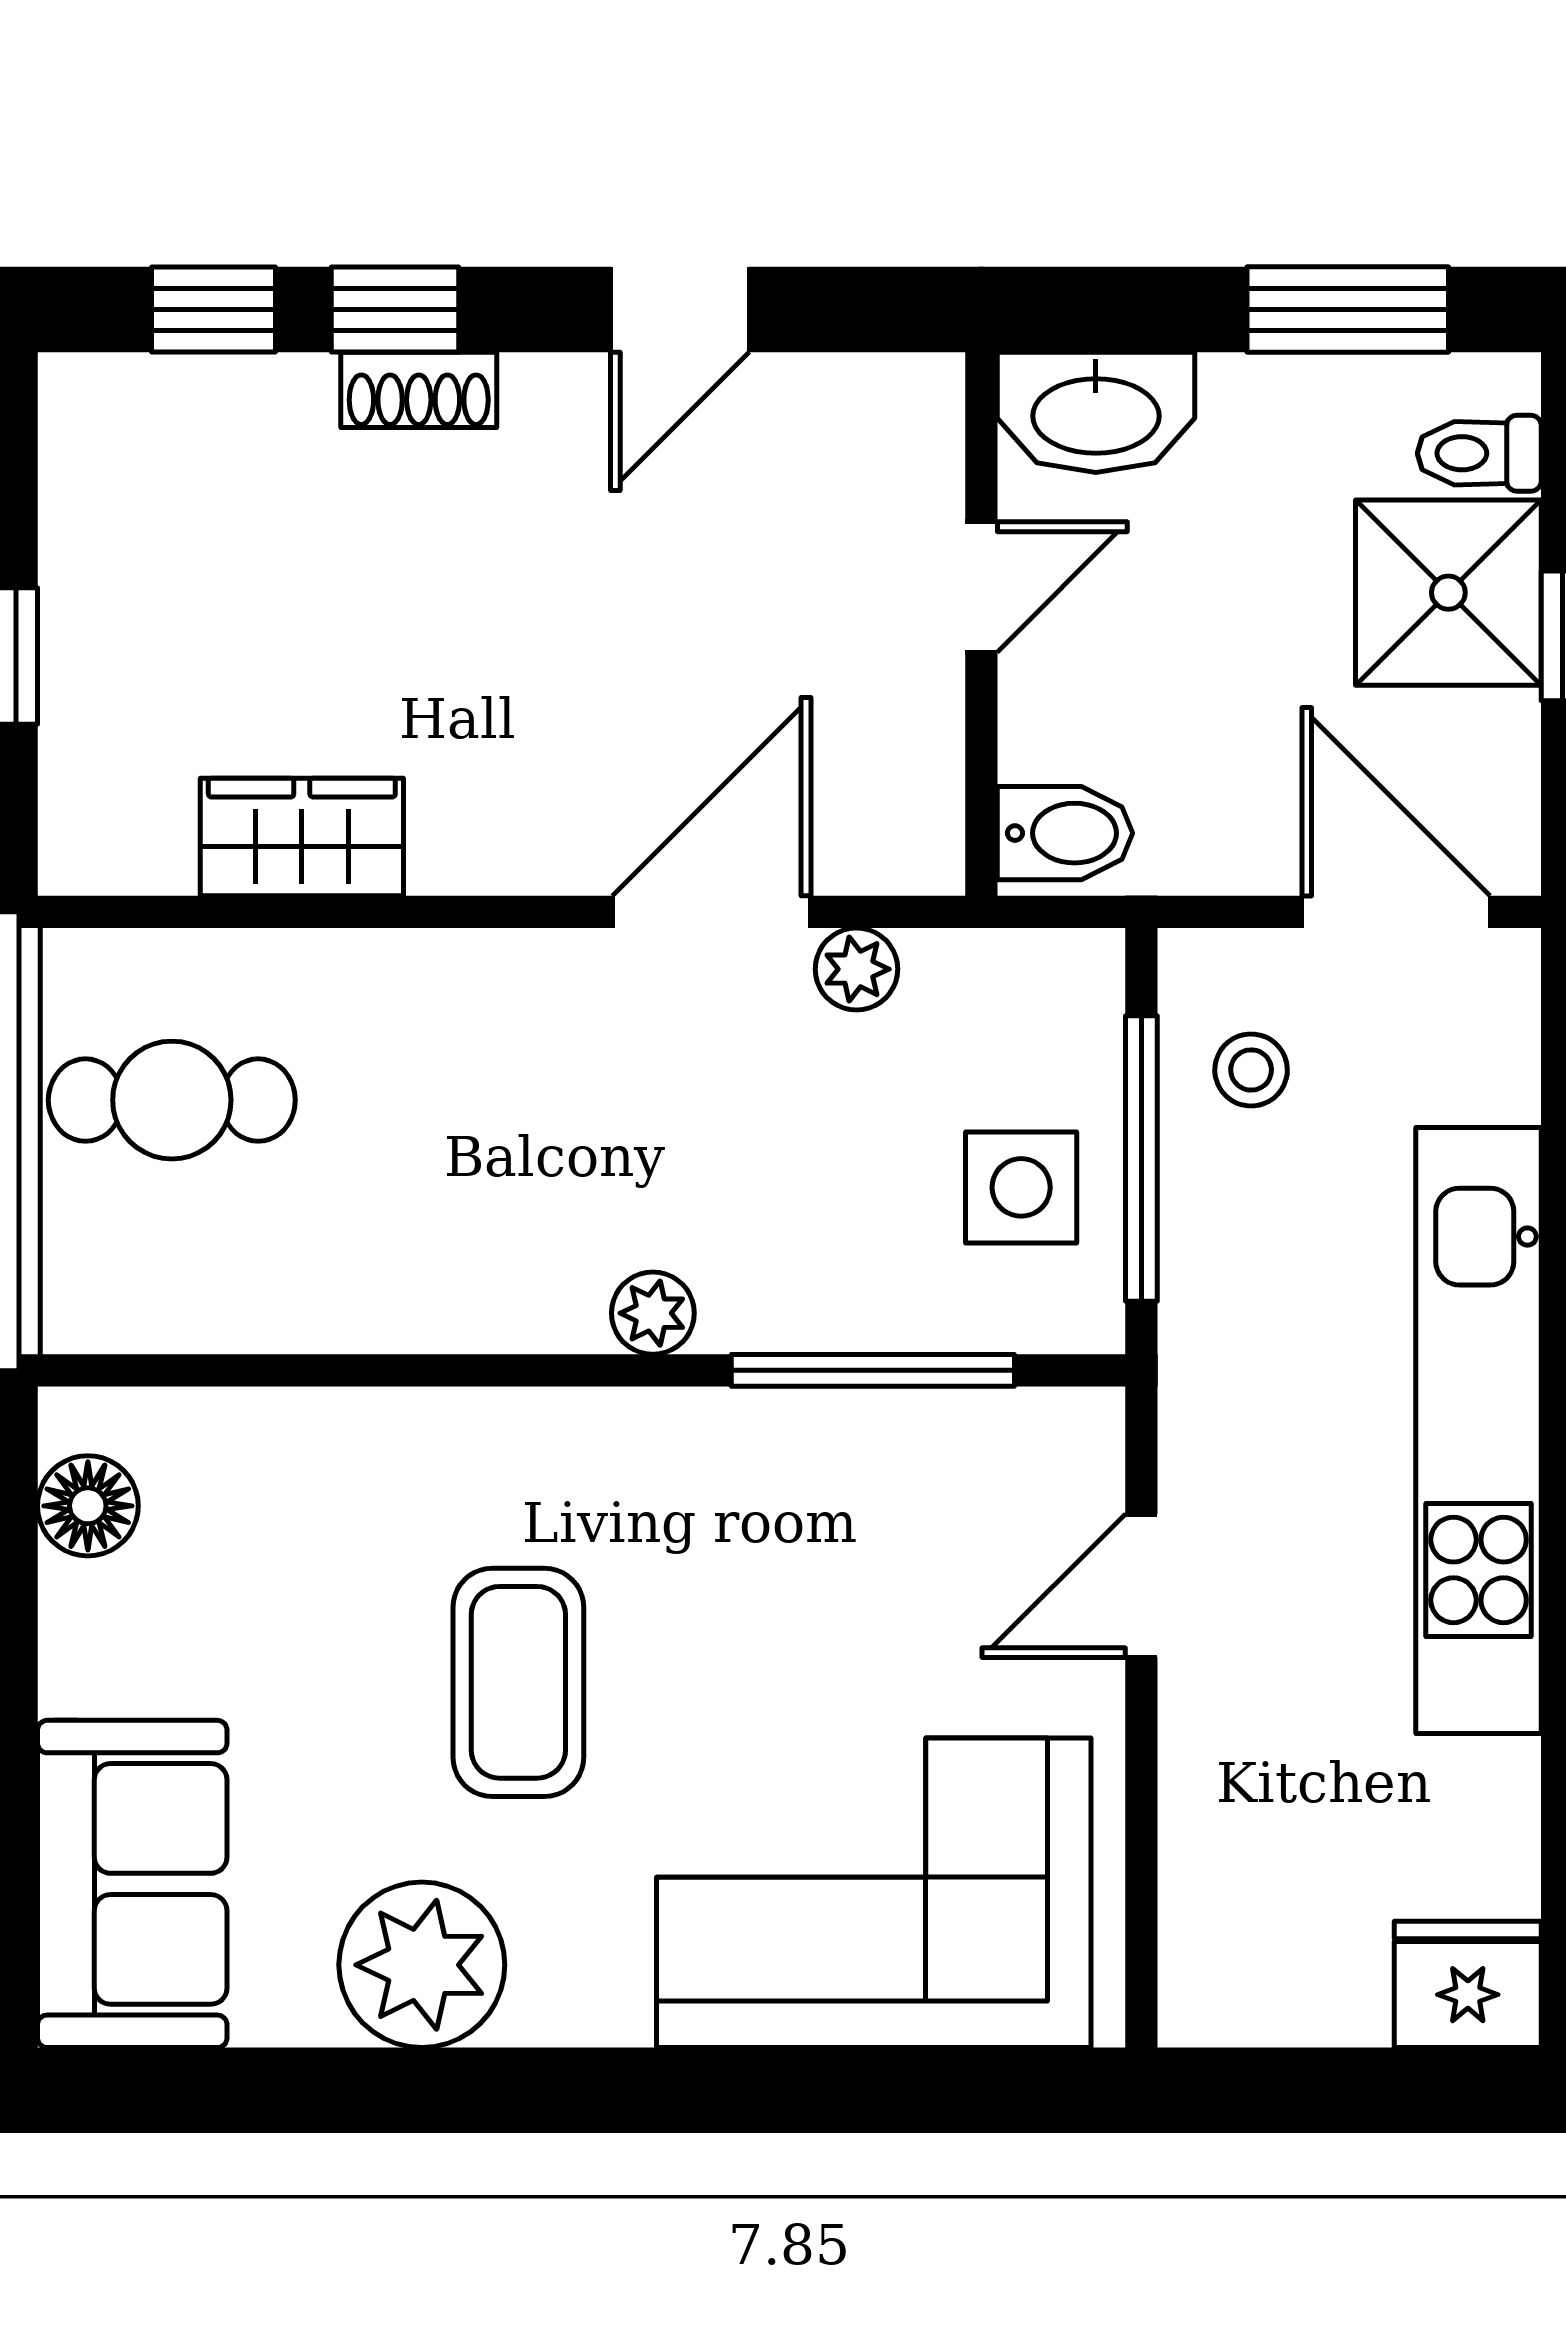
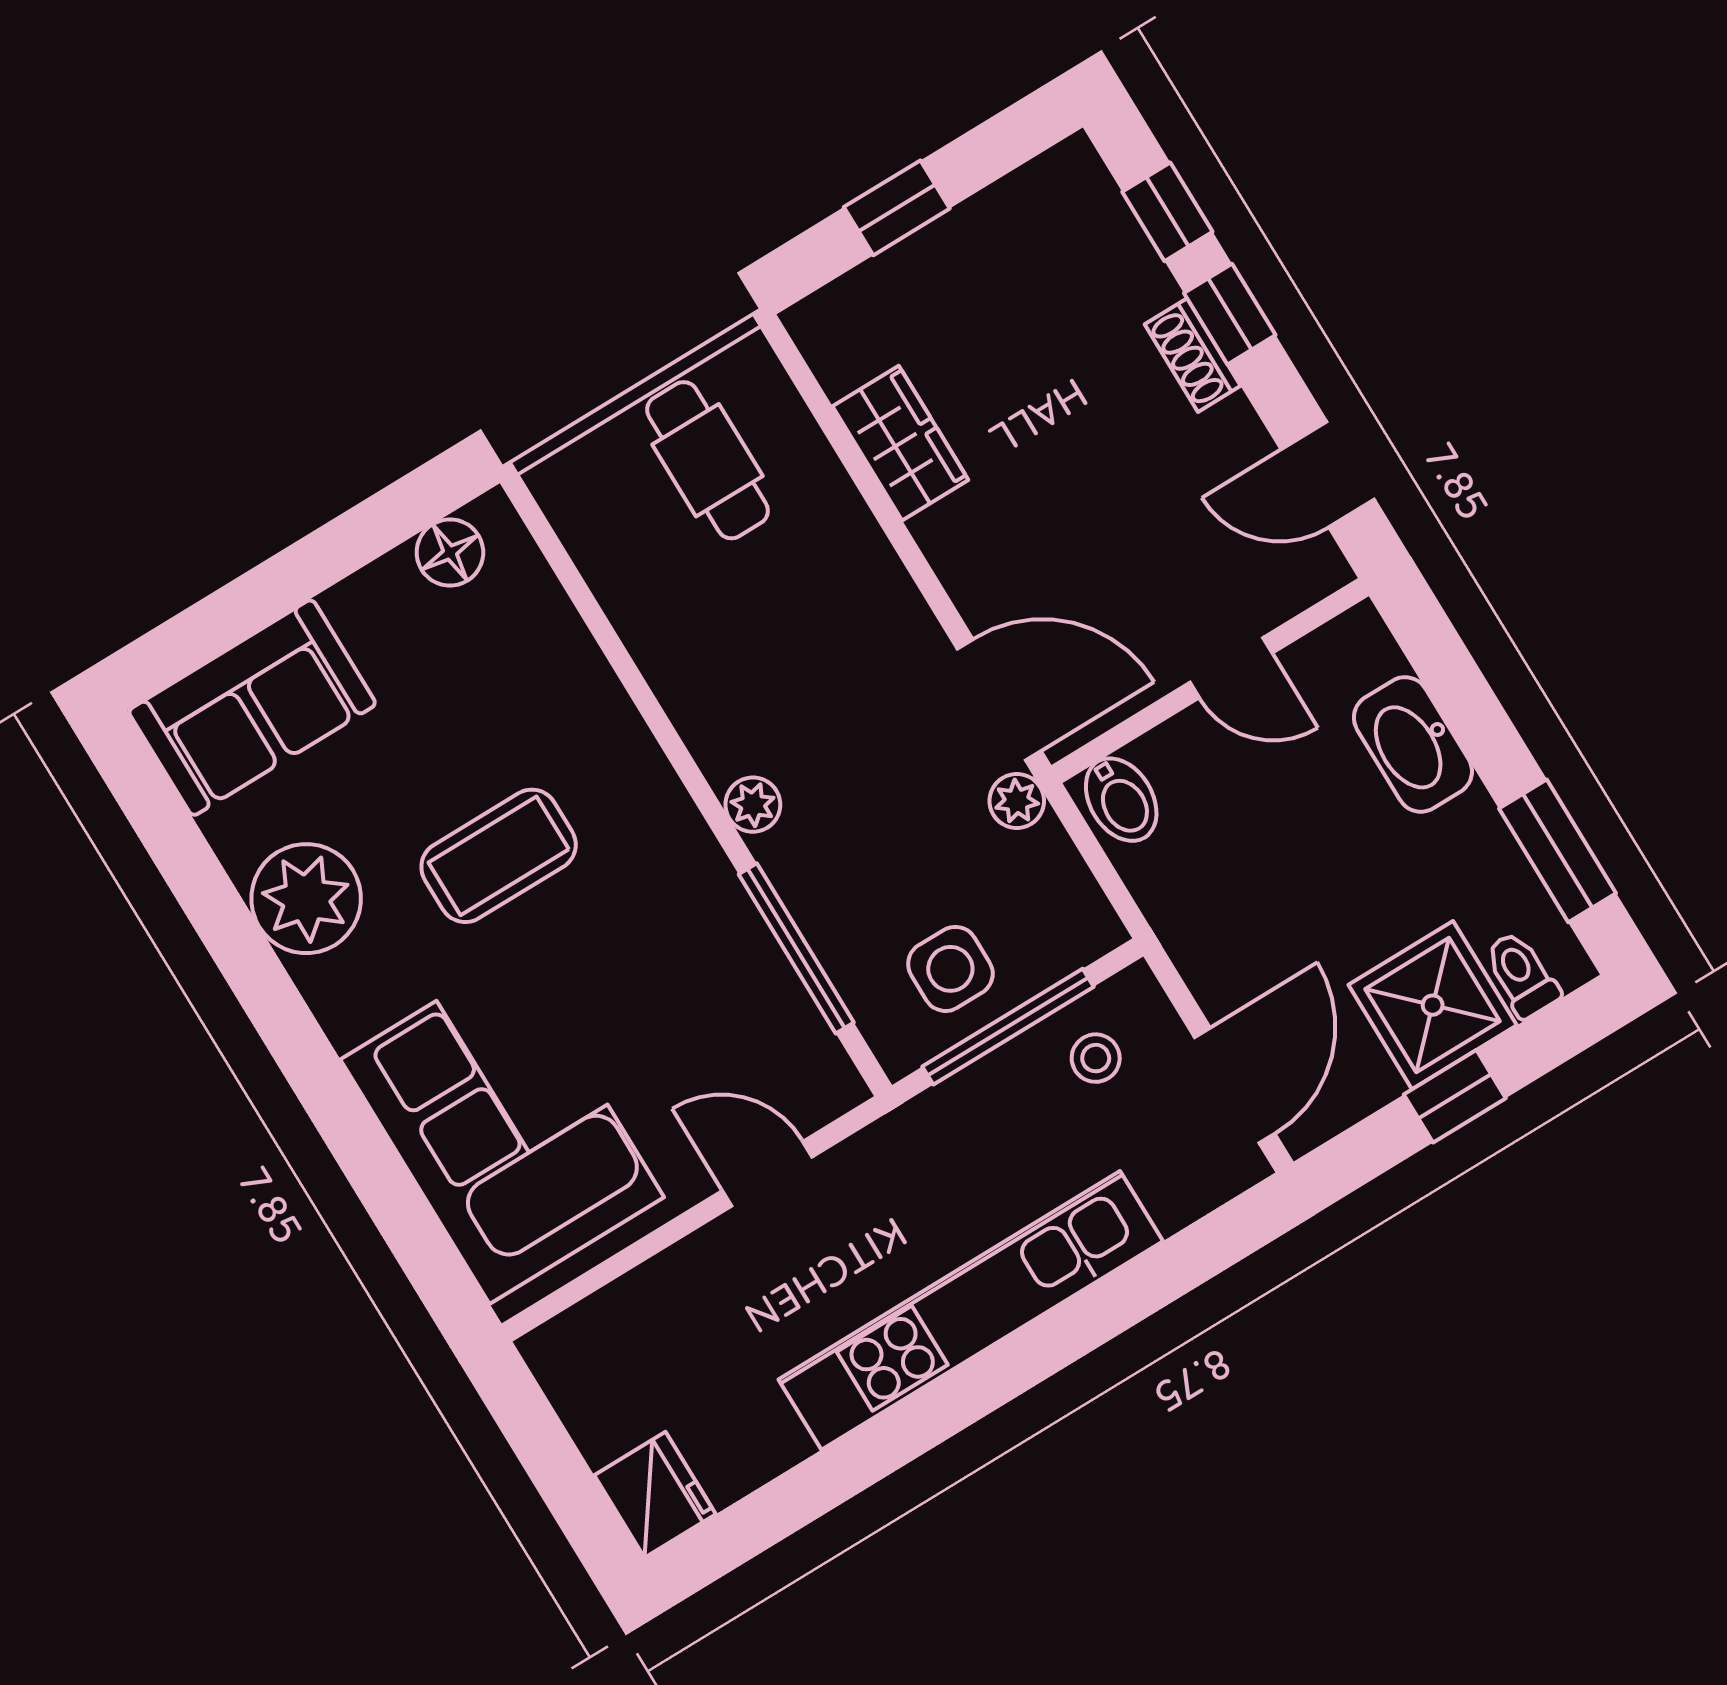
door: (981, 587) -> (1231, 668), moved
wall: (981, 624) -> (1210, 681), moved
bidet: (1065, 833) -> (1121, 800), moved

